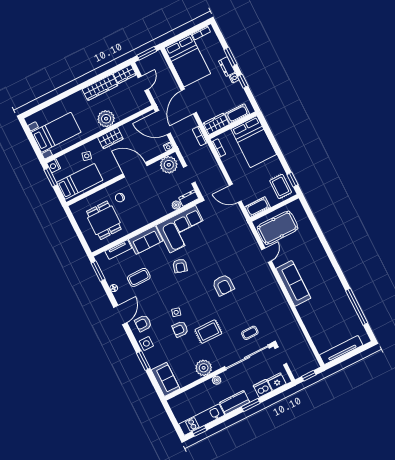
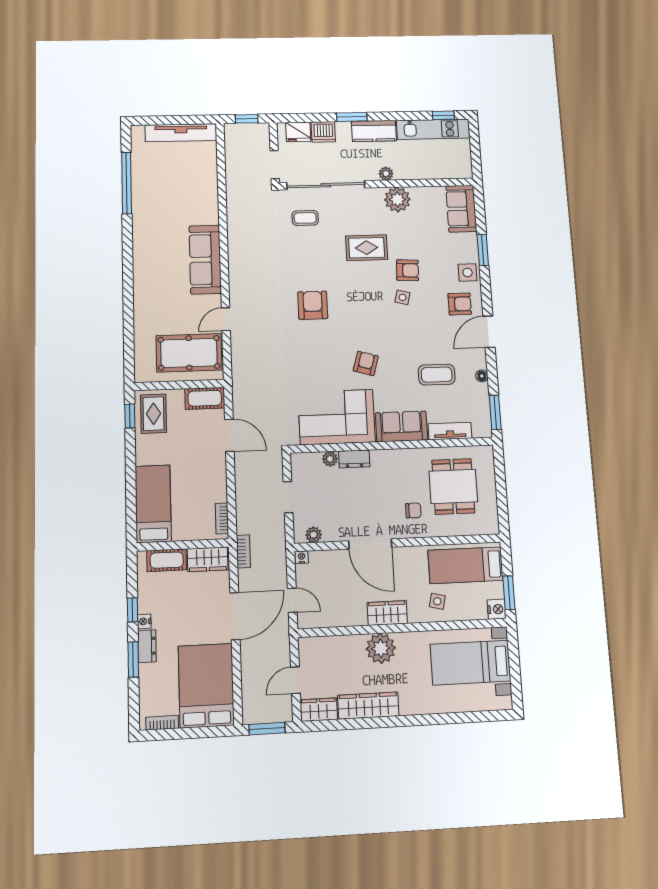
door: (163, 123) -> (292, 600), width x0.53
bed: (254, 142) -> (153, 504), width x0.67
plant: (169, 165) -> (314, 535), width x0.53, depth x0.53
dresser: (189, 198) -> (354, 459), moved

